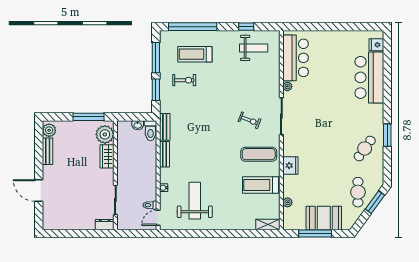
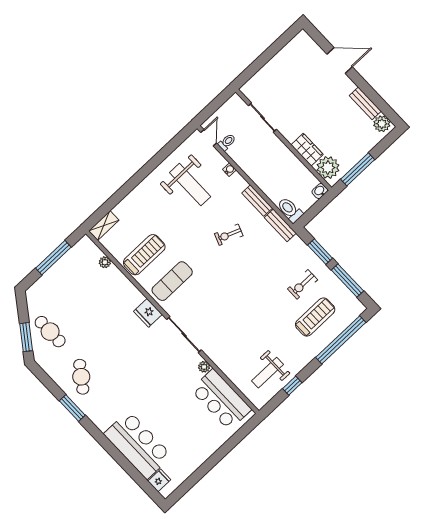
exercise bike: (250, 120) -> (229, 235), moved
washbasin: (138, 125) -> (320, 191), moved
fridge: (290, 165) -> (148, 313), moved
booth: (324, 218) -> (59, 279), removed
dresser: (105, 225) -> (251, 86), removed

